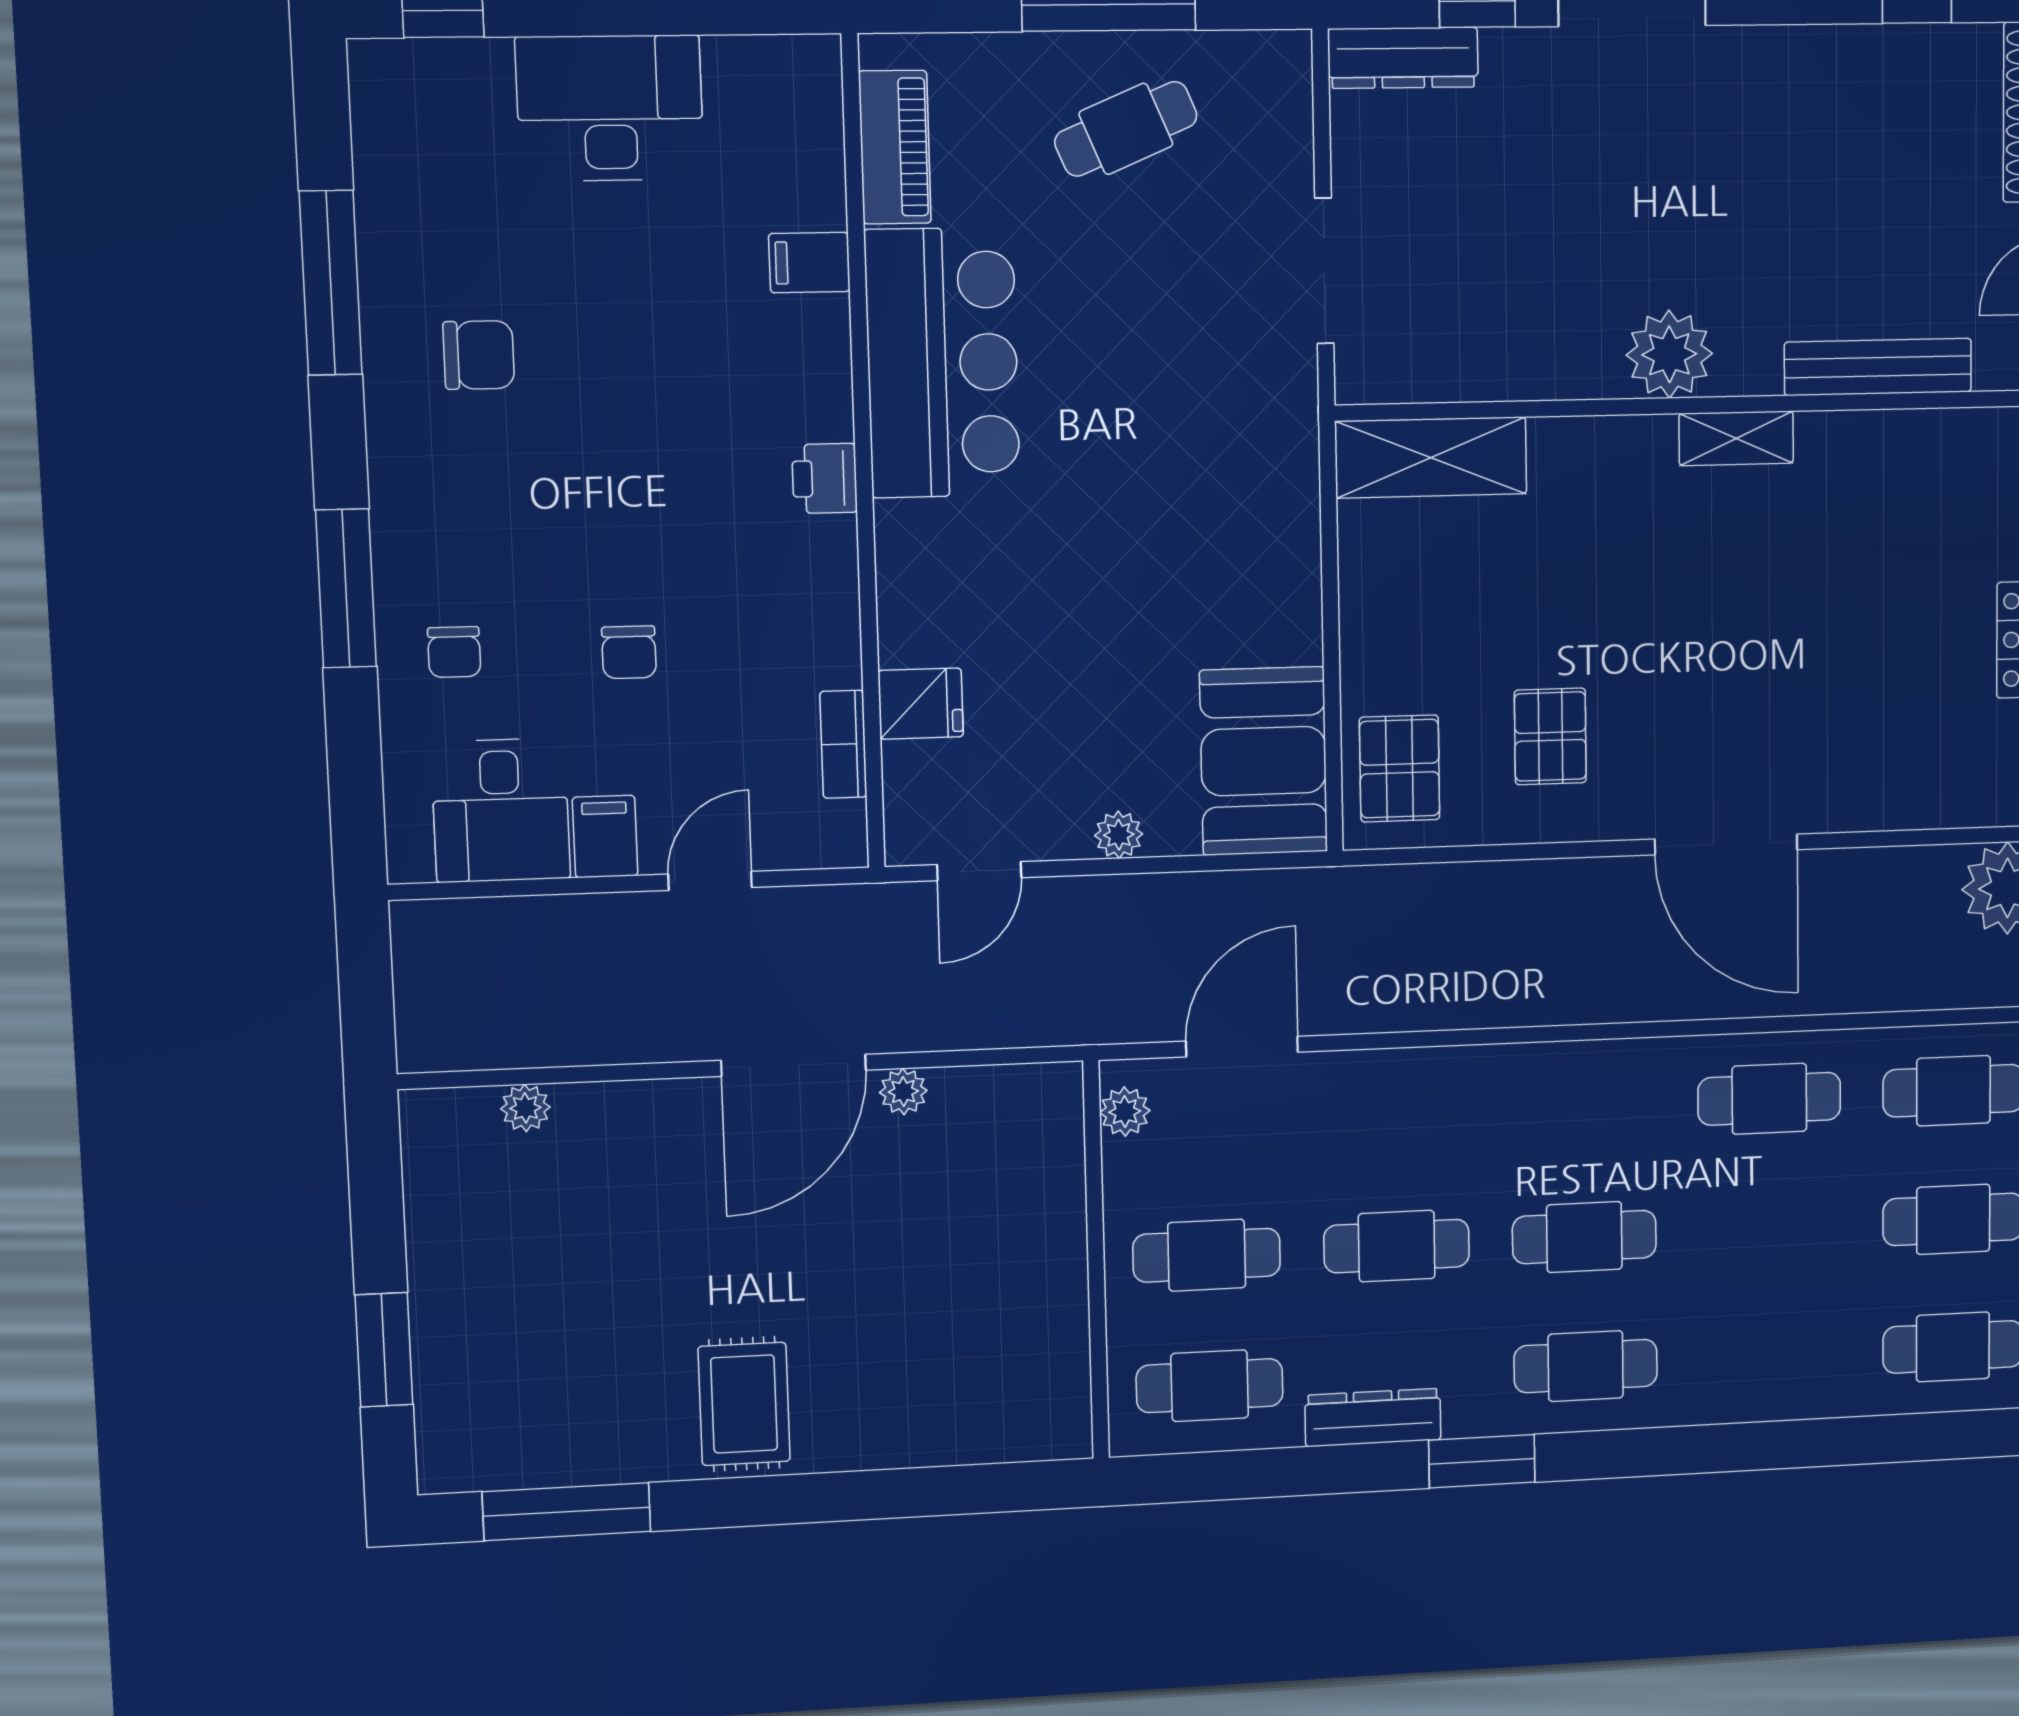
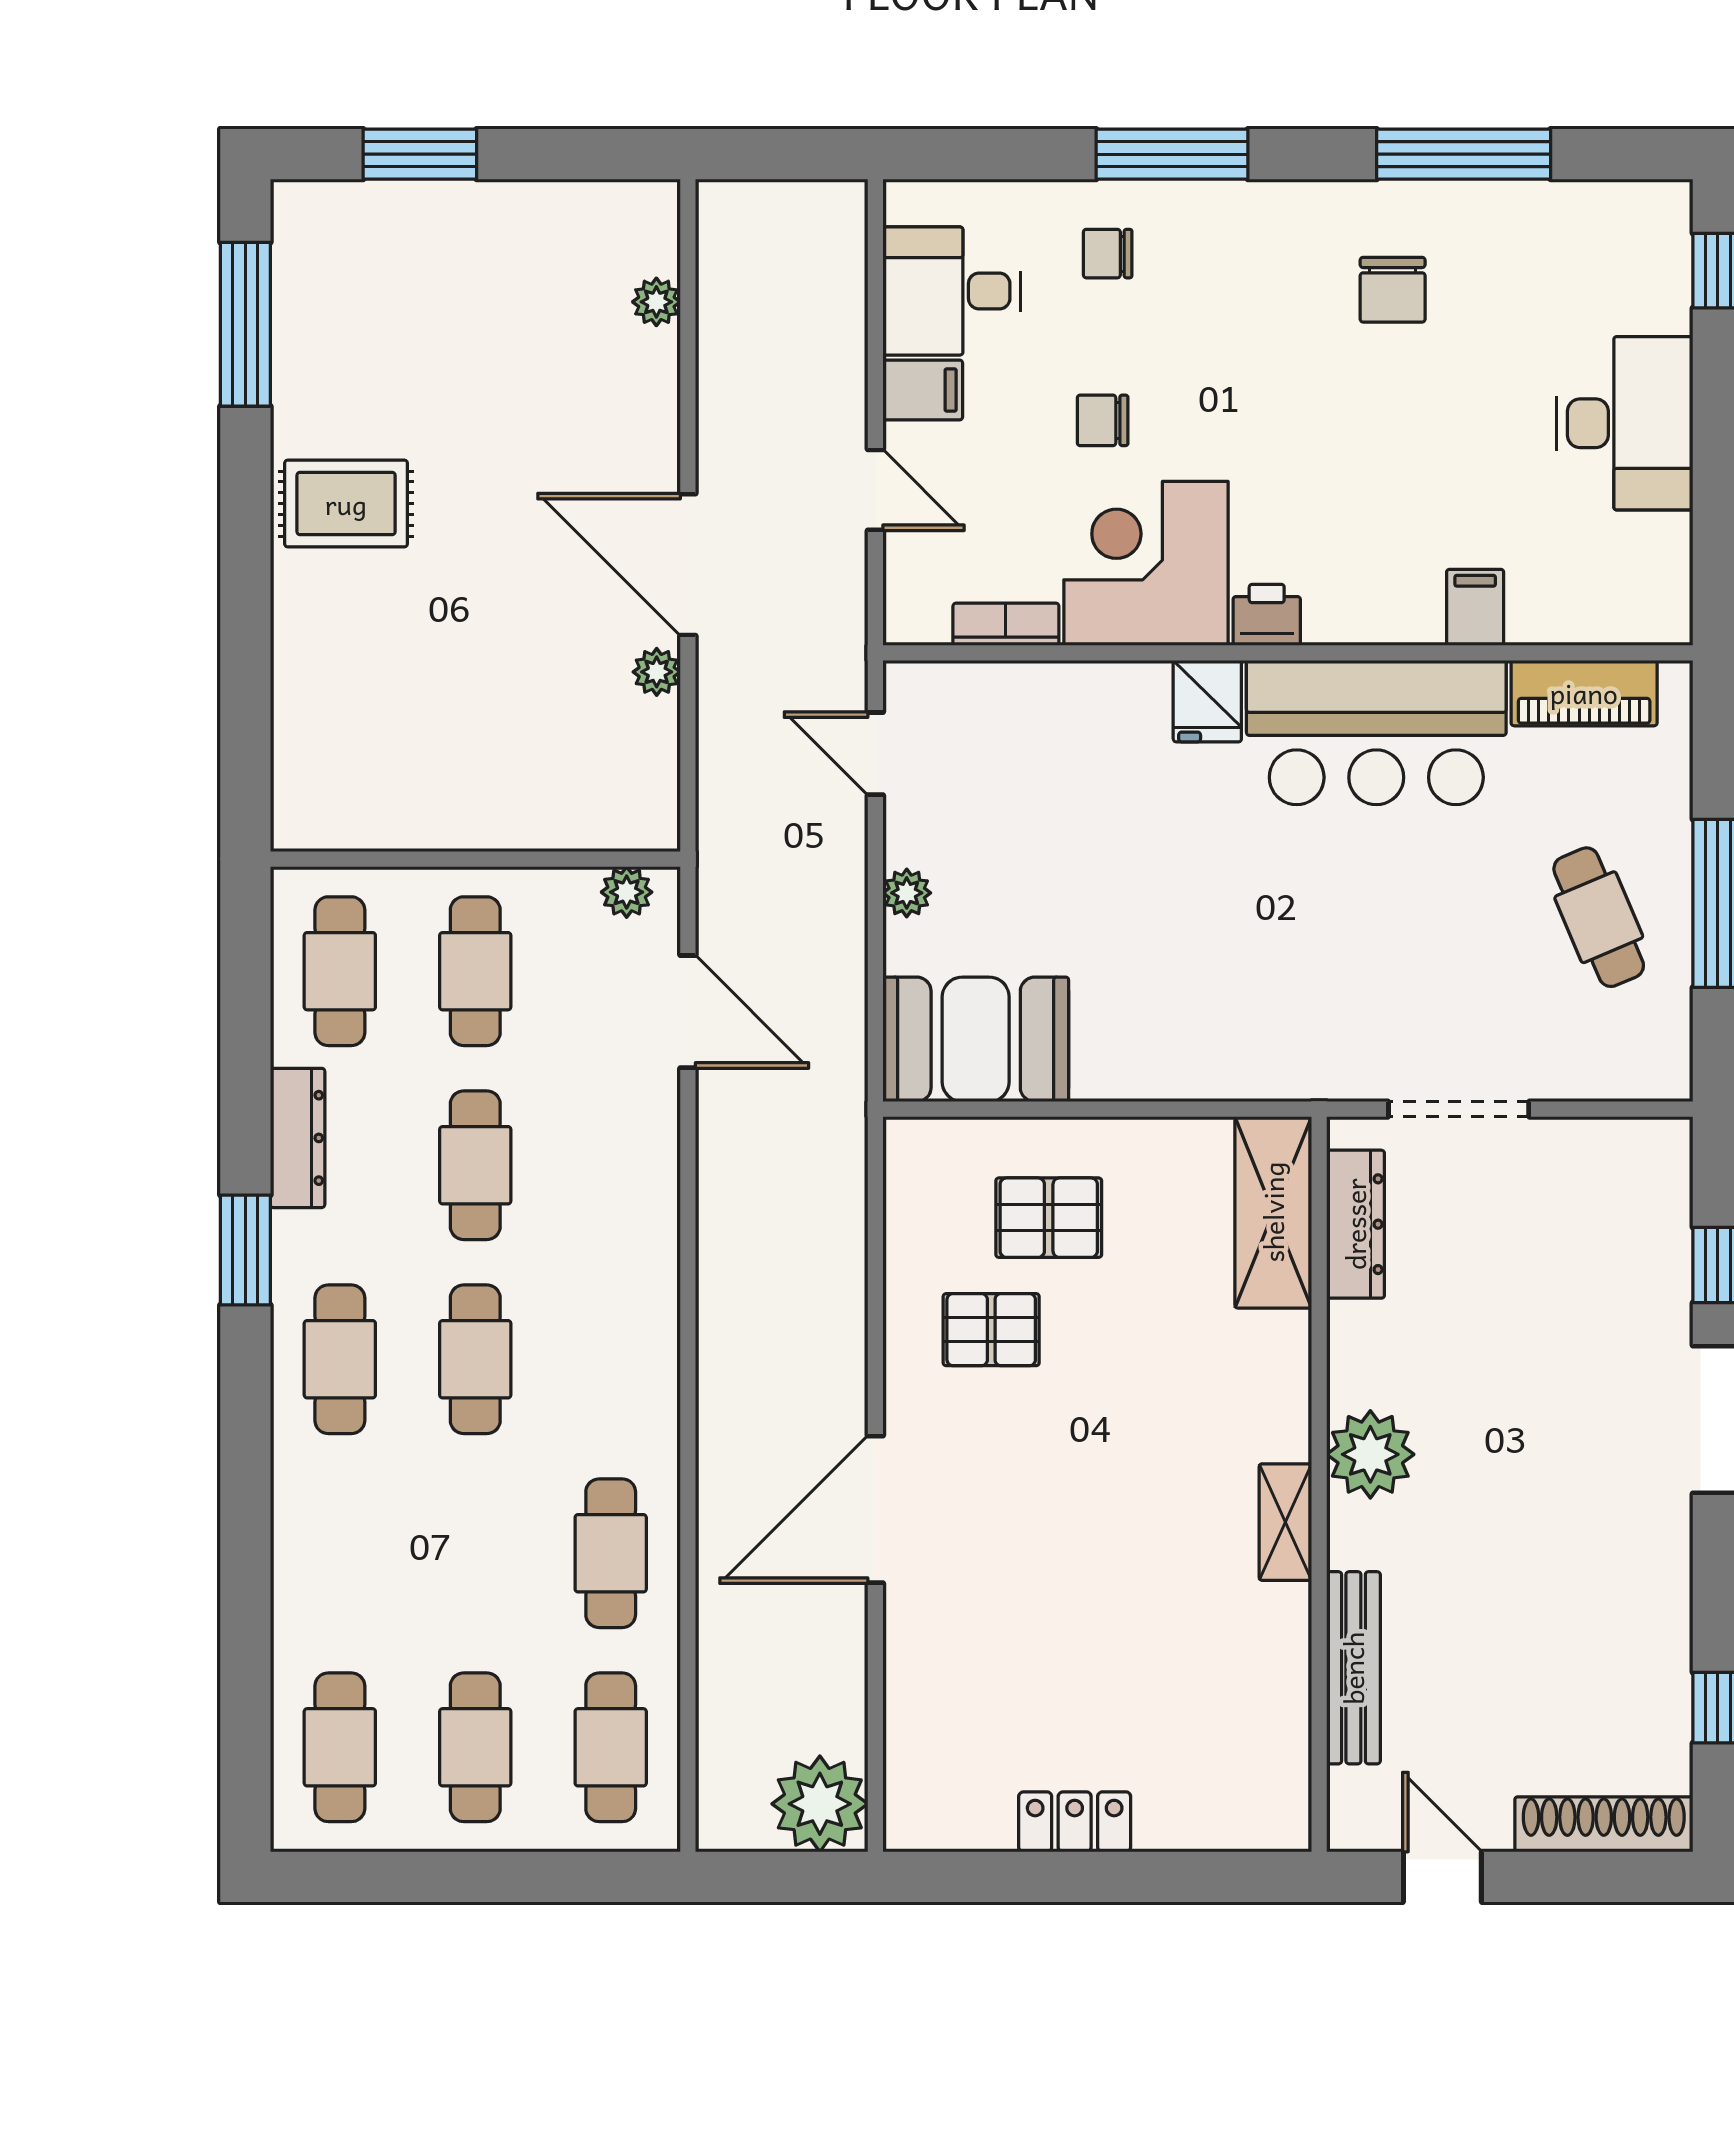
dresser: (1403, 58) -> (1355, 1224), moved, turned 180
corner desk: (776, 604) -> (1146, 563), added
fridge: (921, 704) -> (1207, 701), moved
pallet: (1400, 769) -> (1049, 1218), moved

